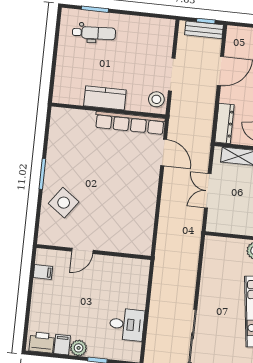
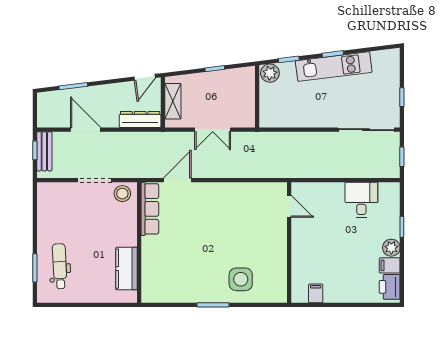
kitchen counter: (105, 98) -> (126, 269), moved
row of seats: (130, 123) -> (150, 209), width x0.73
side table: (64, 203) -> (241, 279), turned -36
door: (82, 251) -> (289, 206), moved

